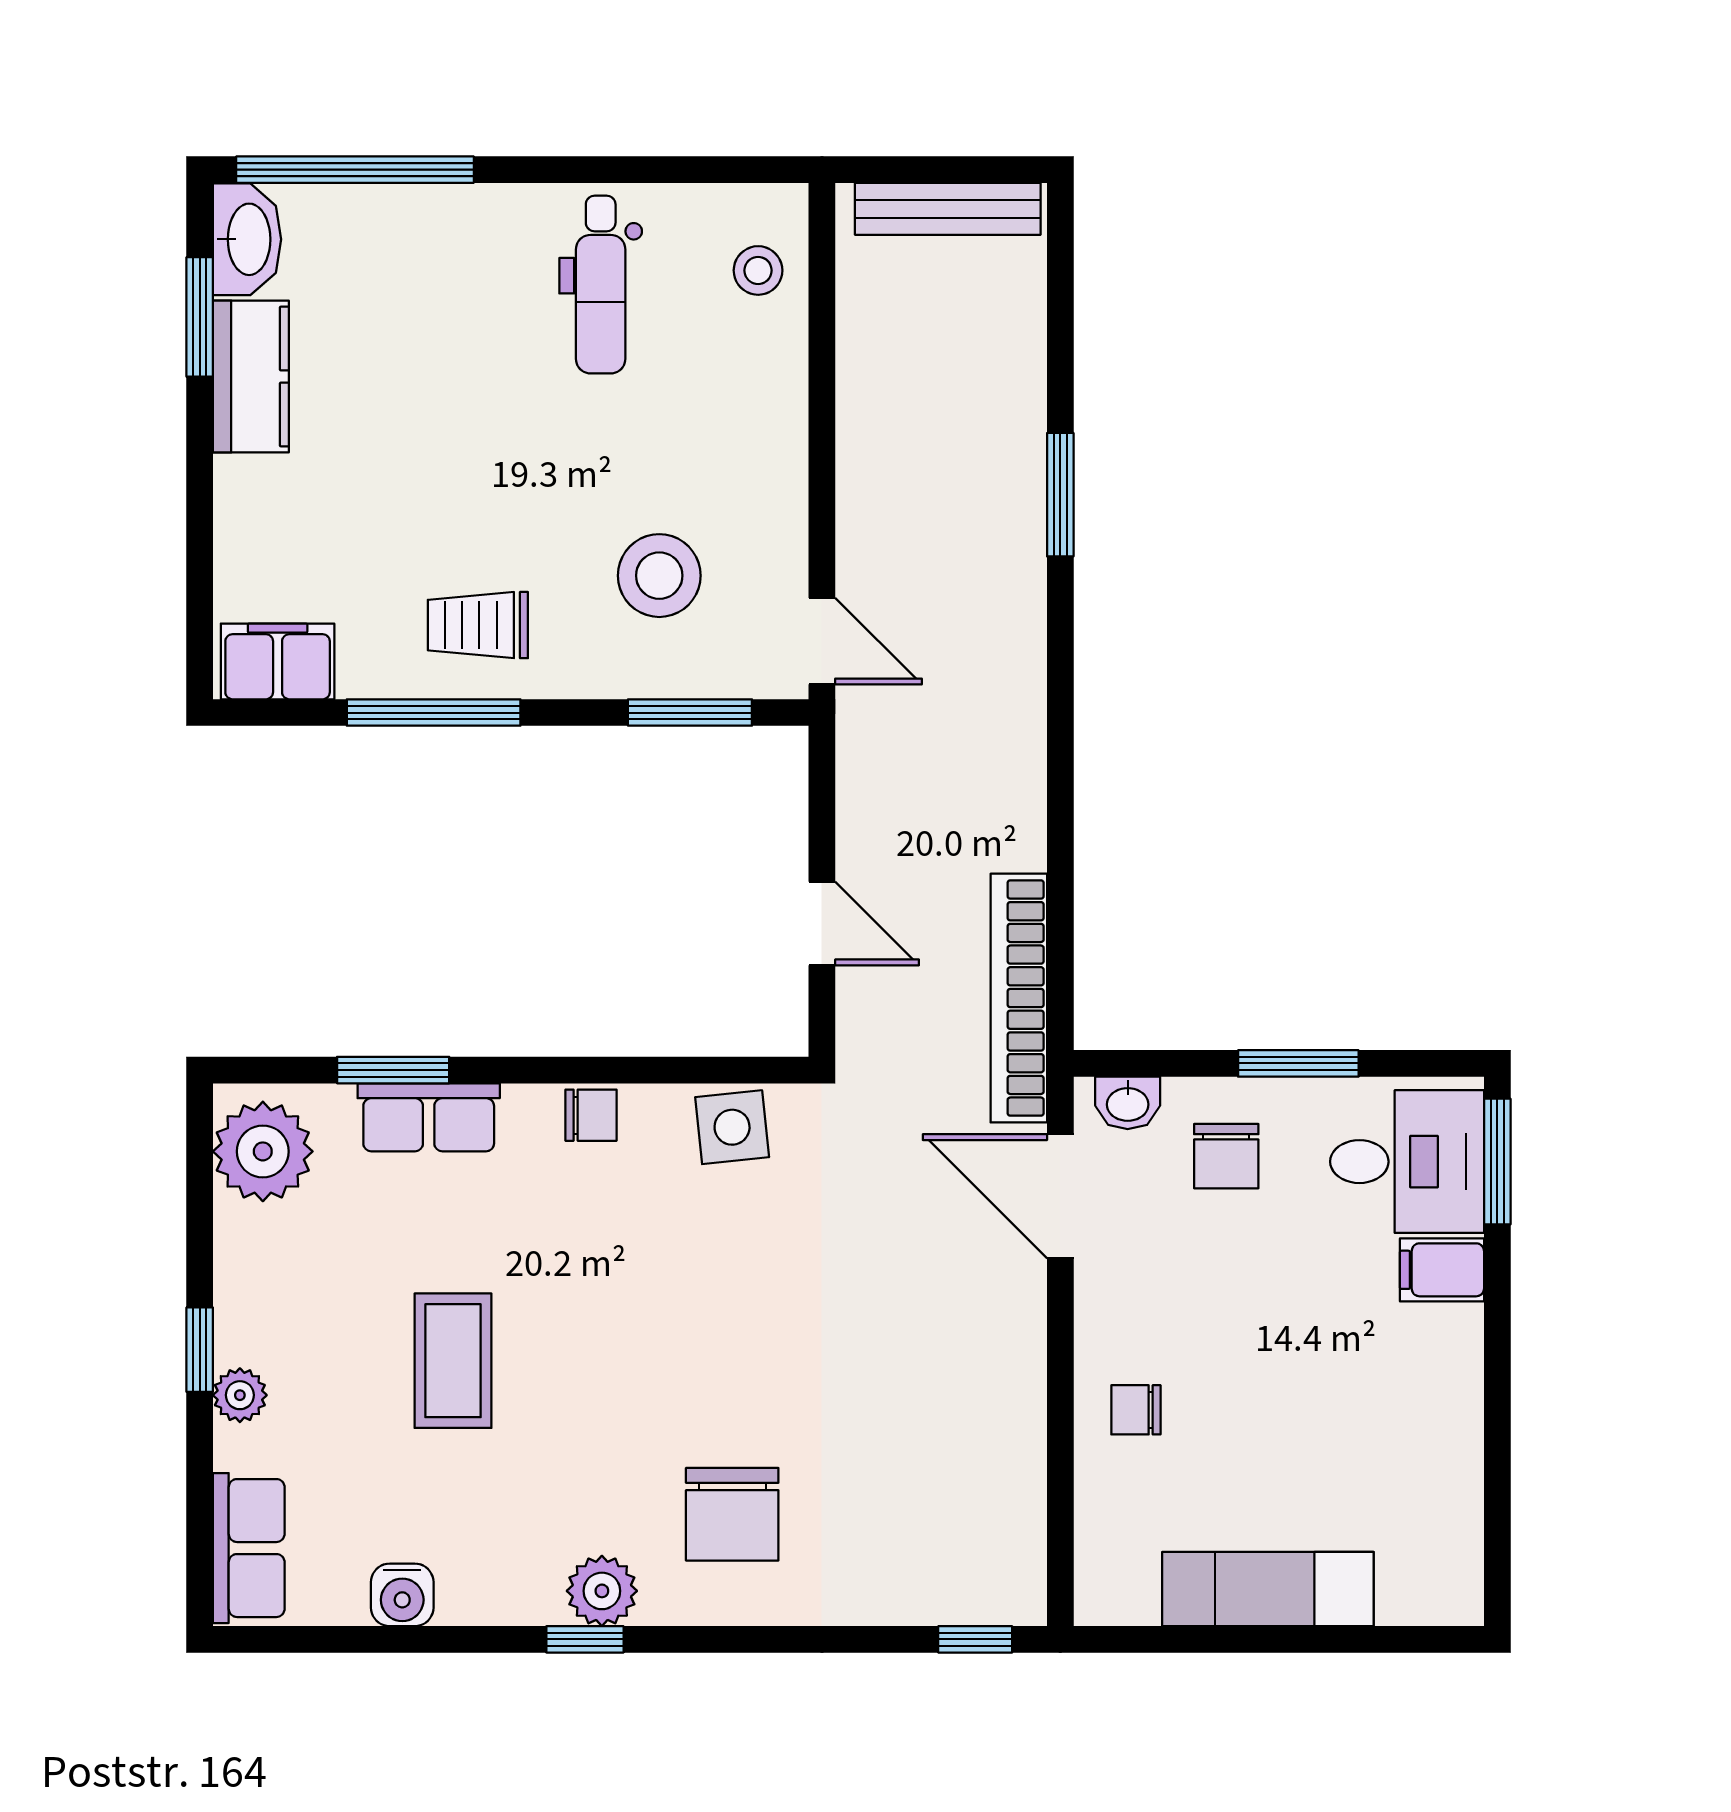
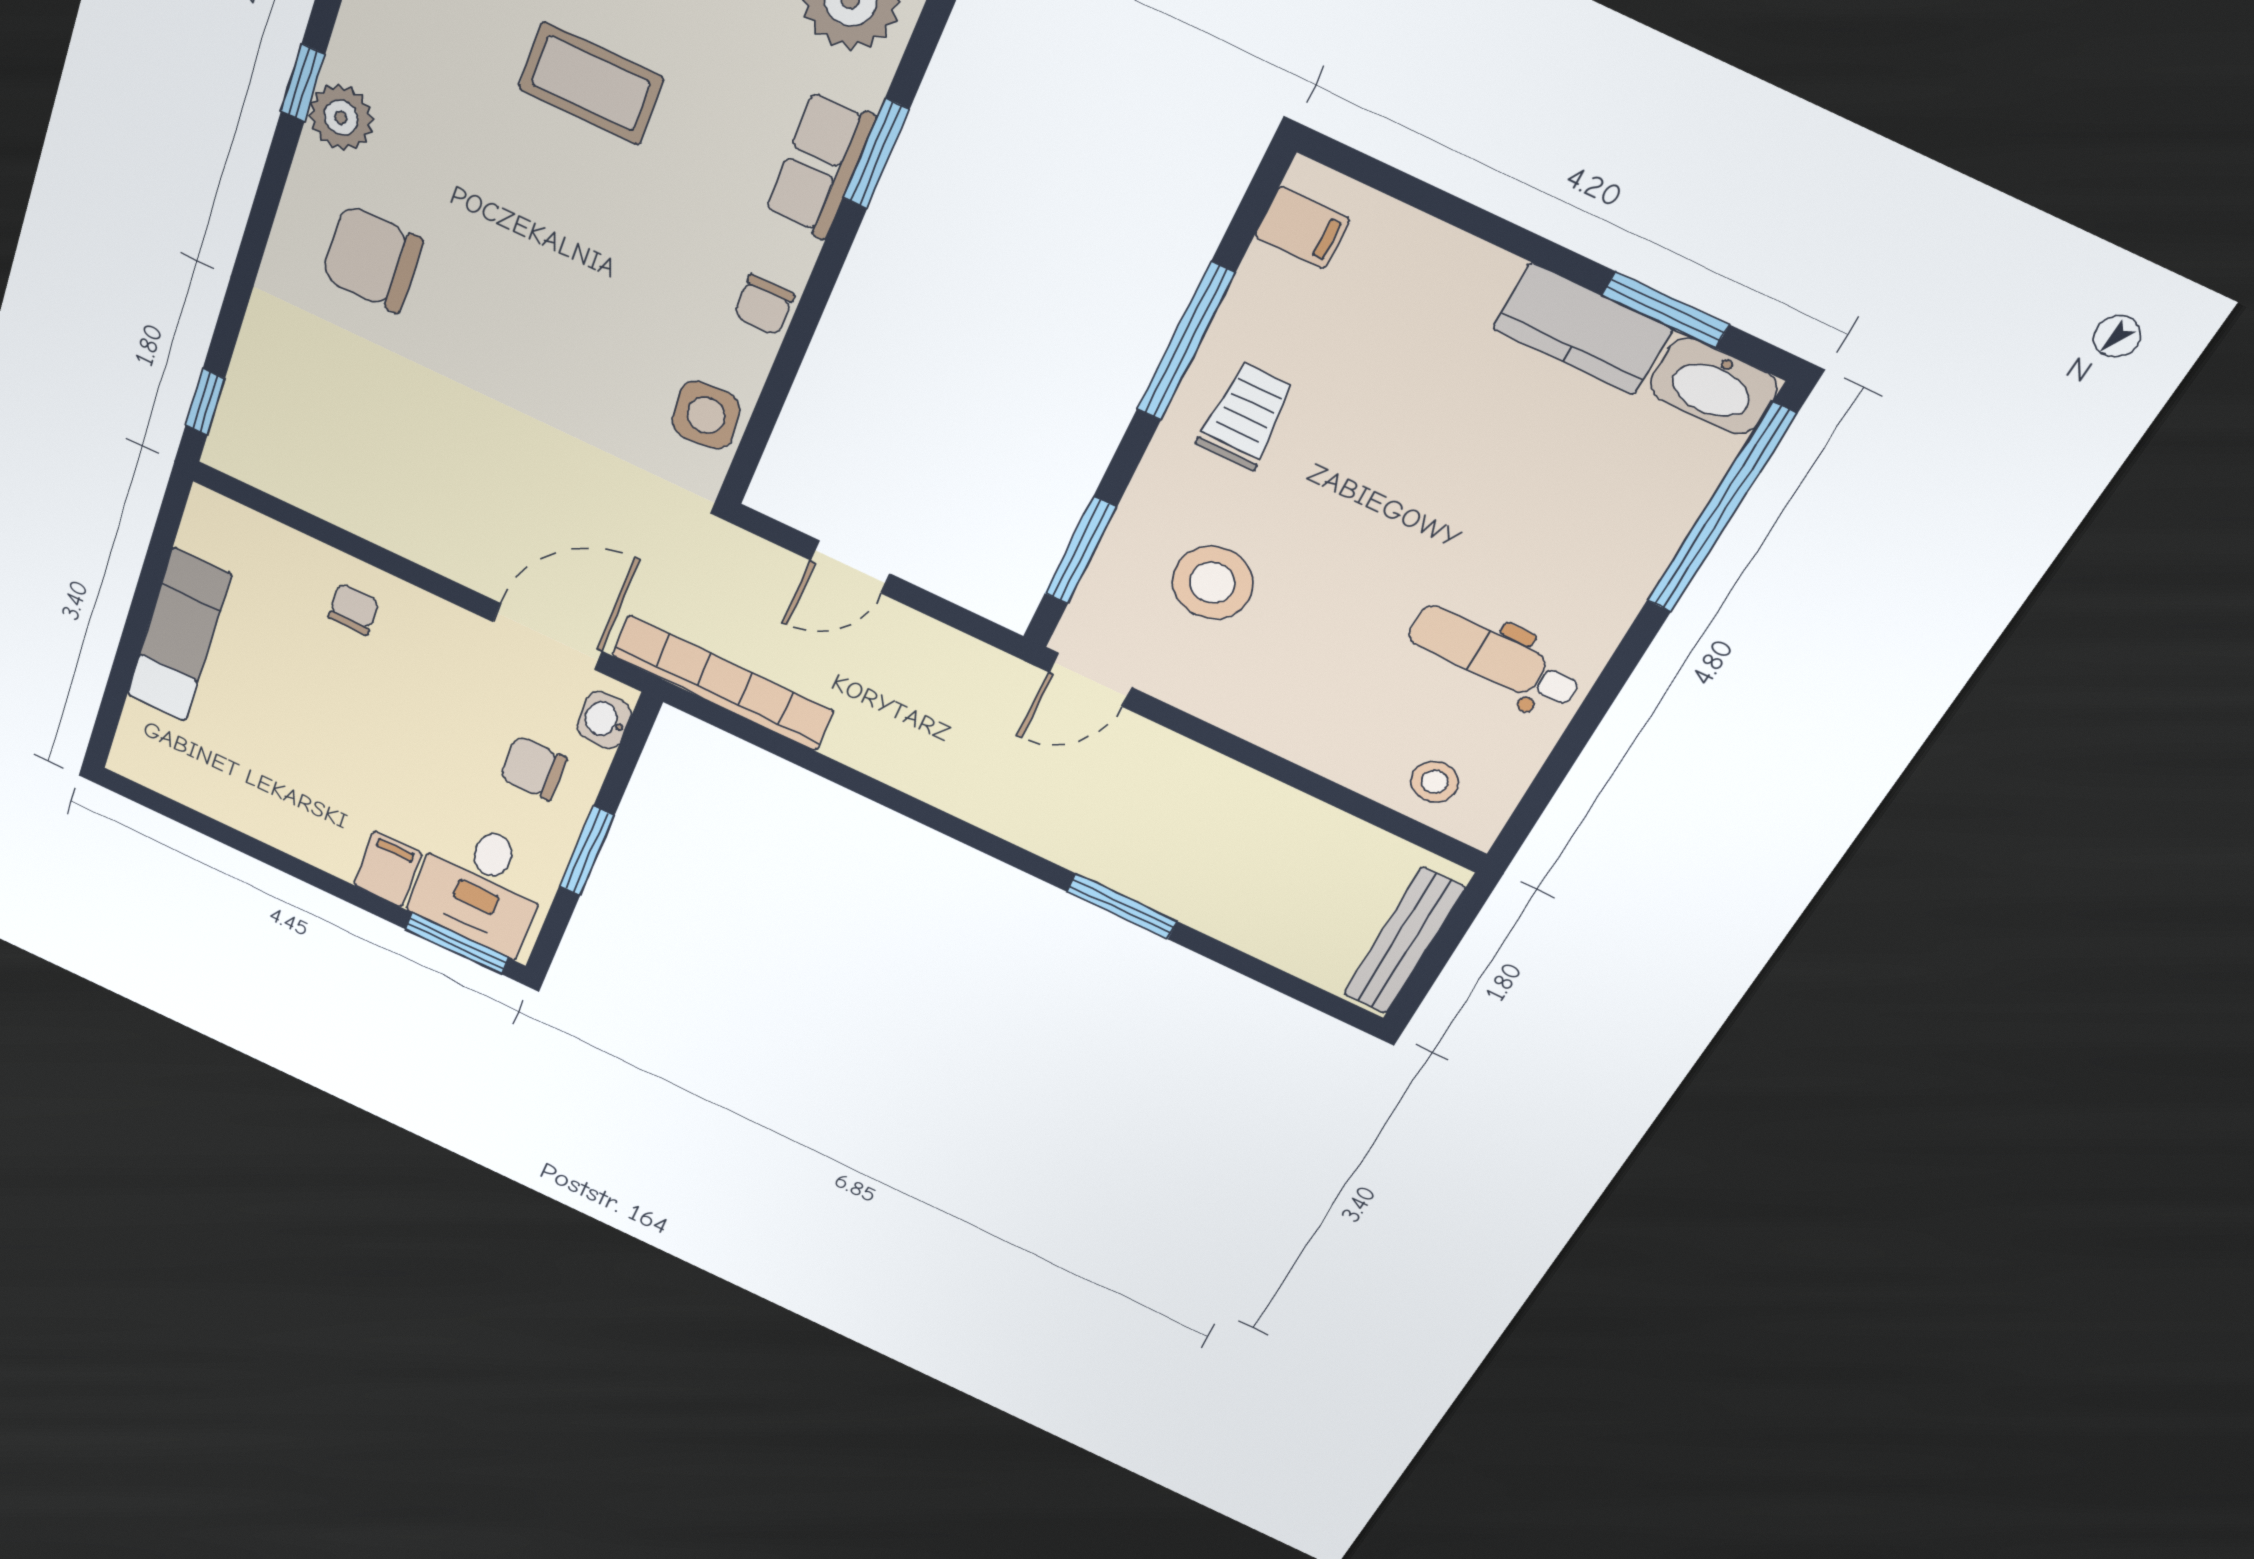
filing cabinet: (278, 661) -> (1302, 228), width x0.50

